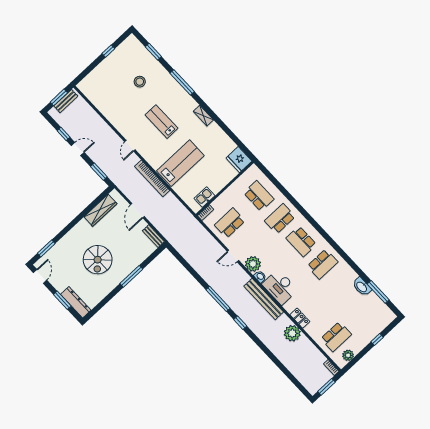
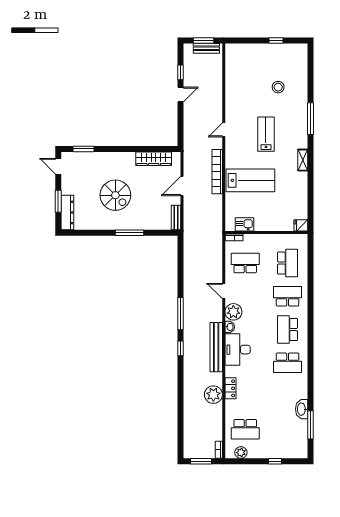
window: (153, 52) -> (311, 74), removed
door: (78, 149) -> (181, 94), hinge flipped
fridge: (239, 160) -> (301, 225), width x0.53, depth x0.75
window: (99, 172) -> (181, 127), removed
spiral stairs: (98, 260) -> (115, 195), turned -90
door: (40, 276) -> (58, 166), swing flipped

